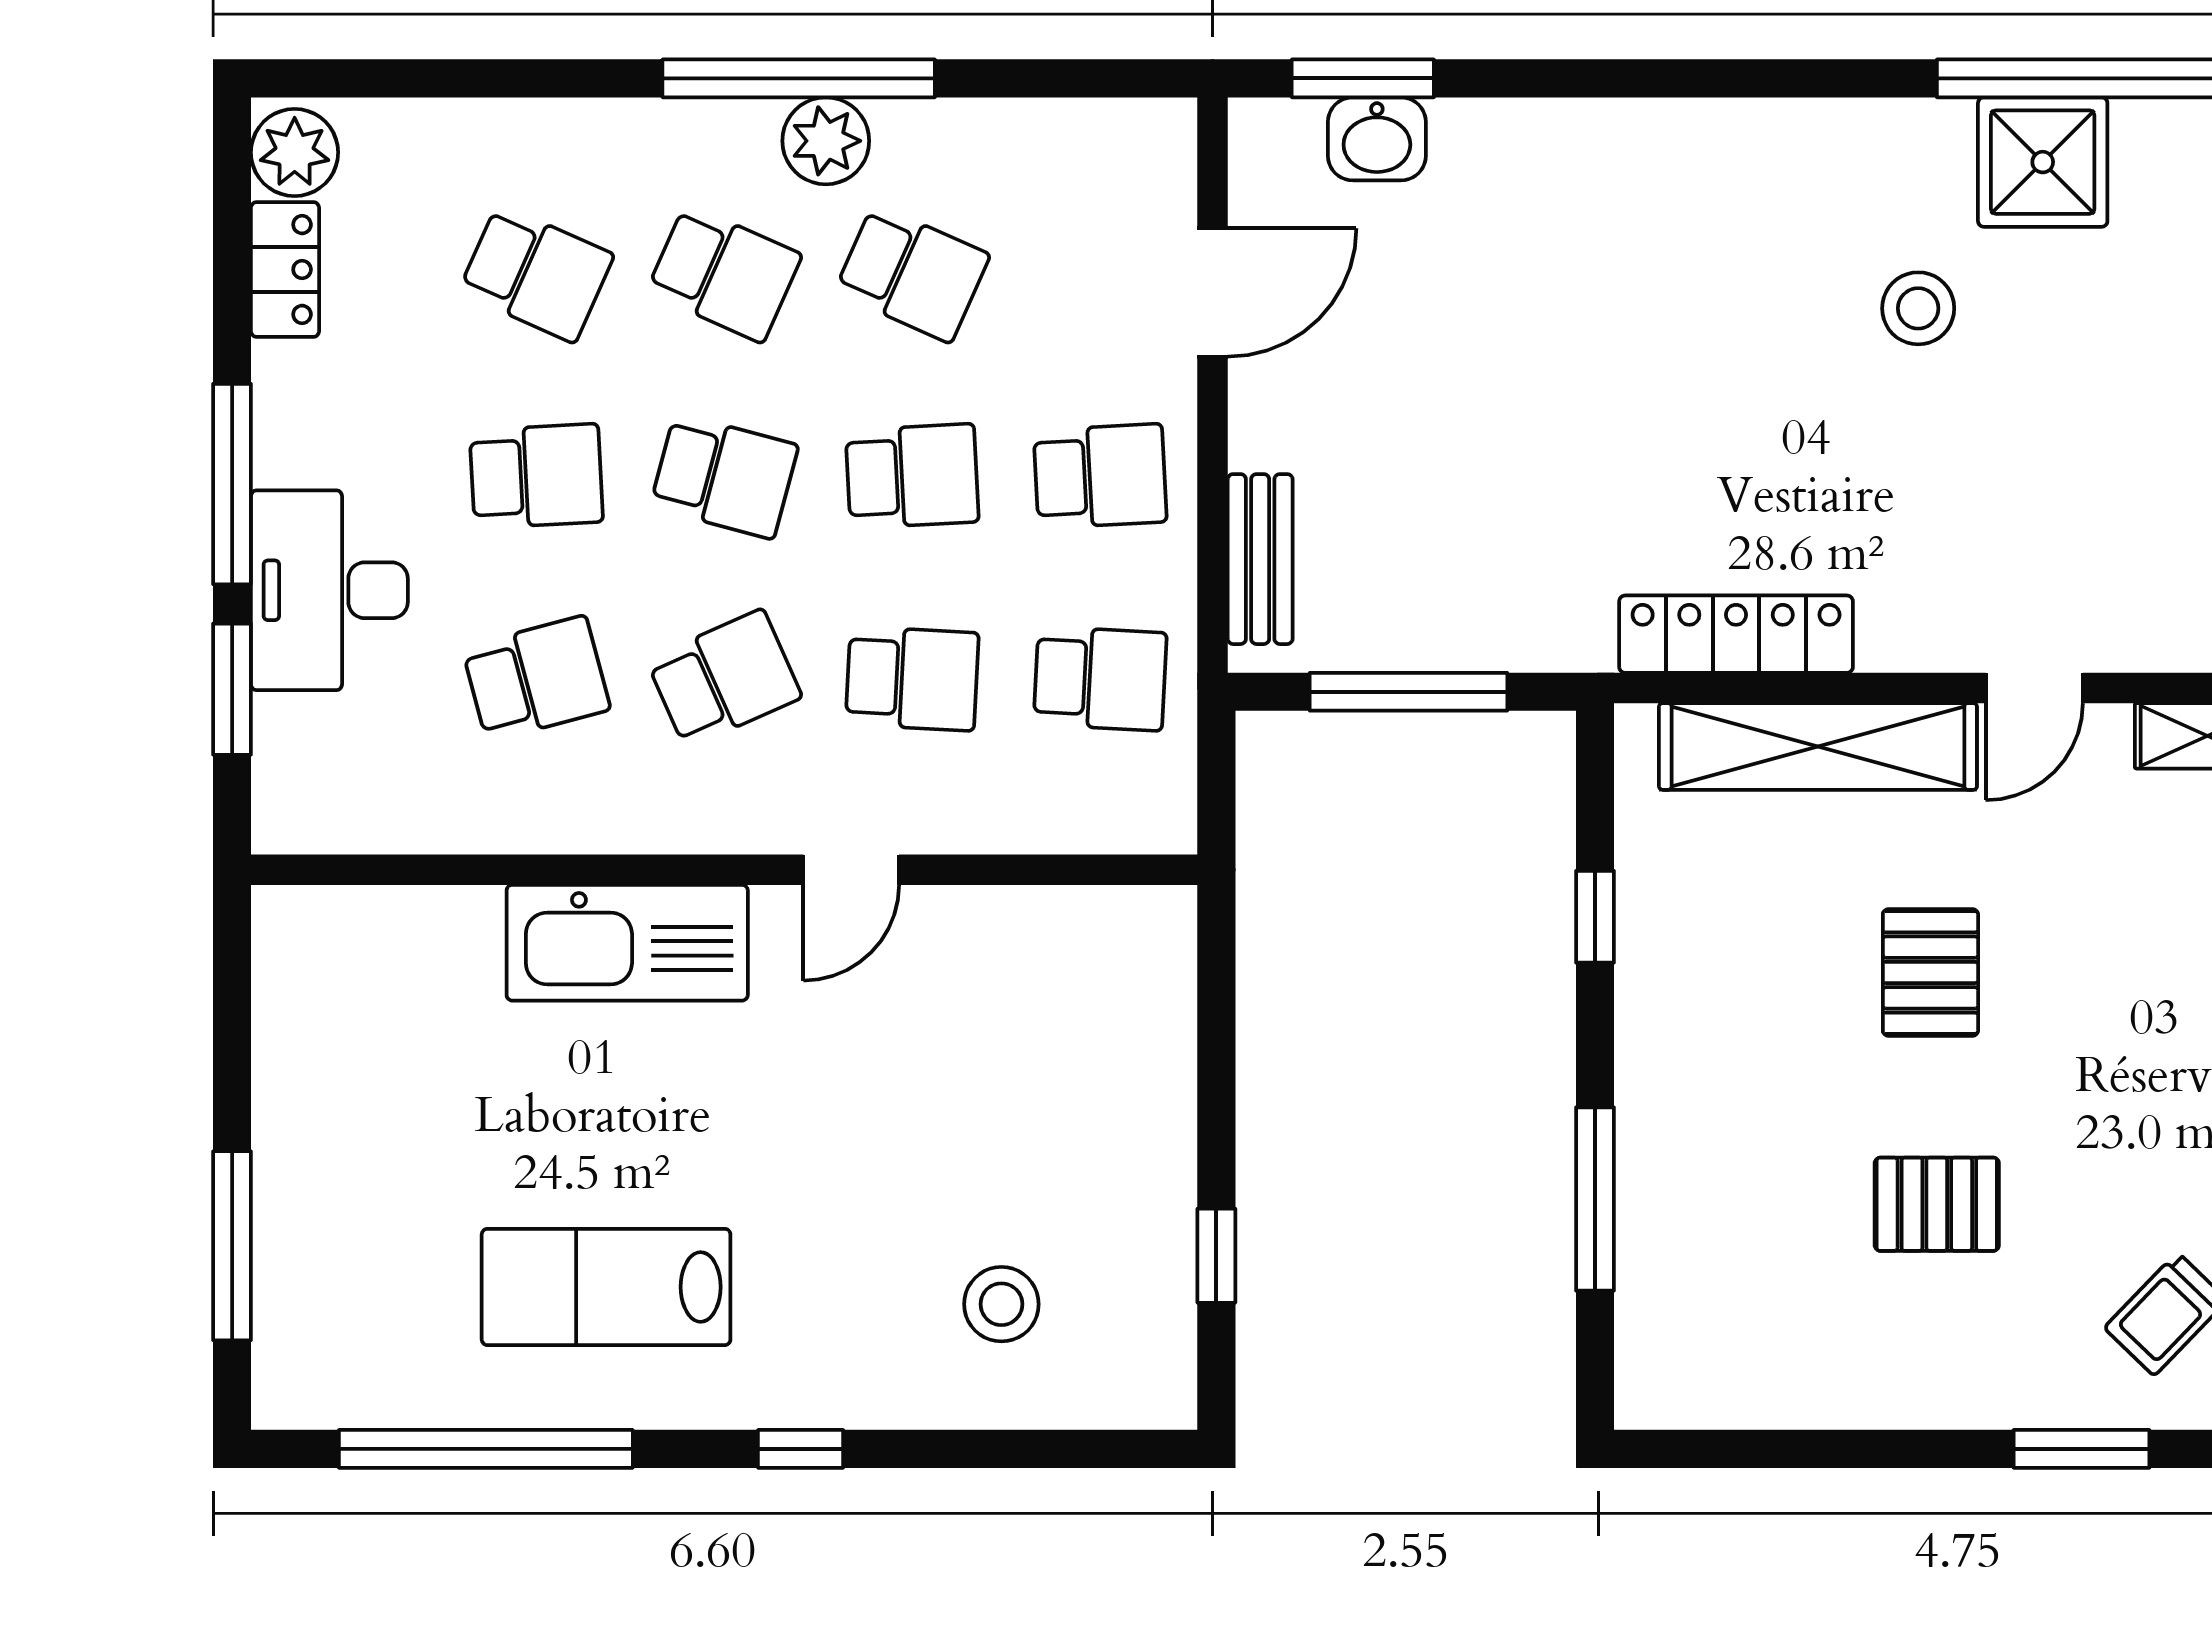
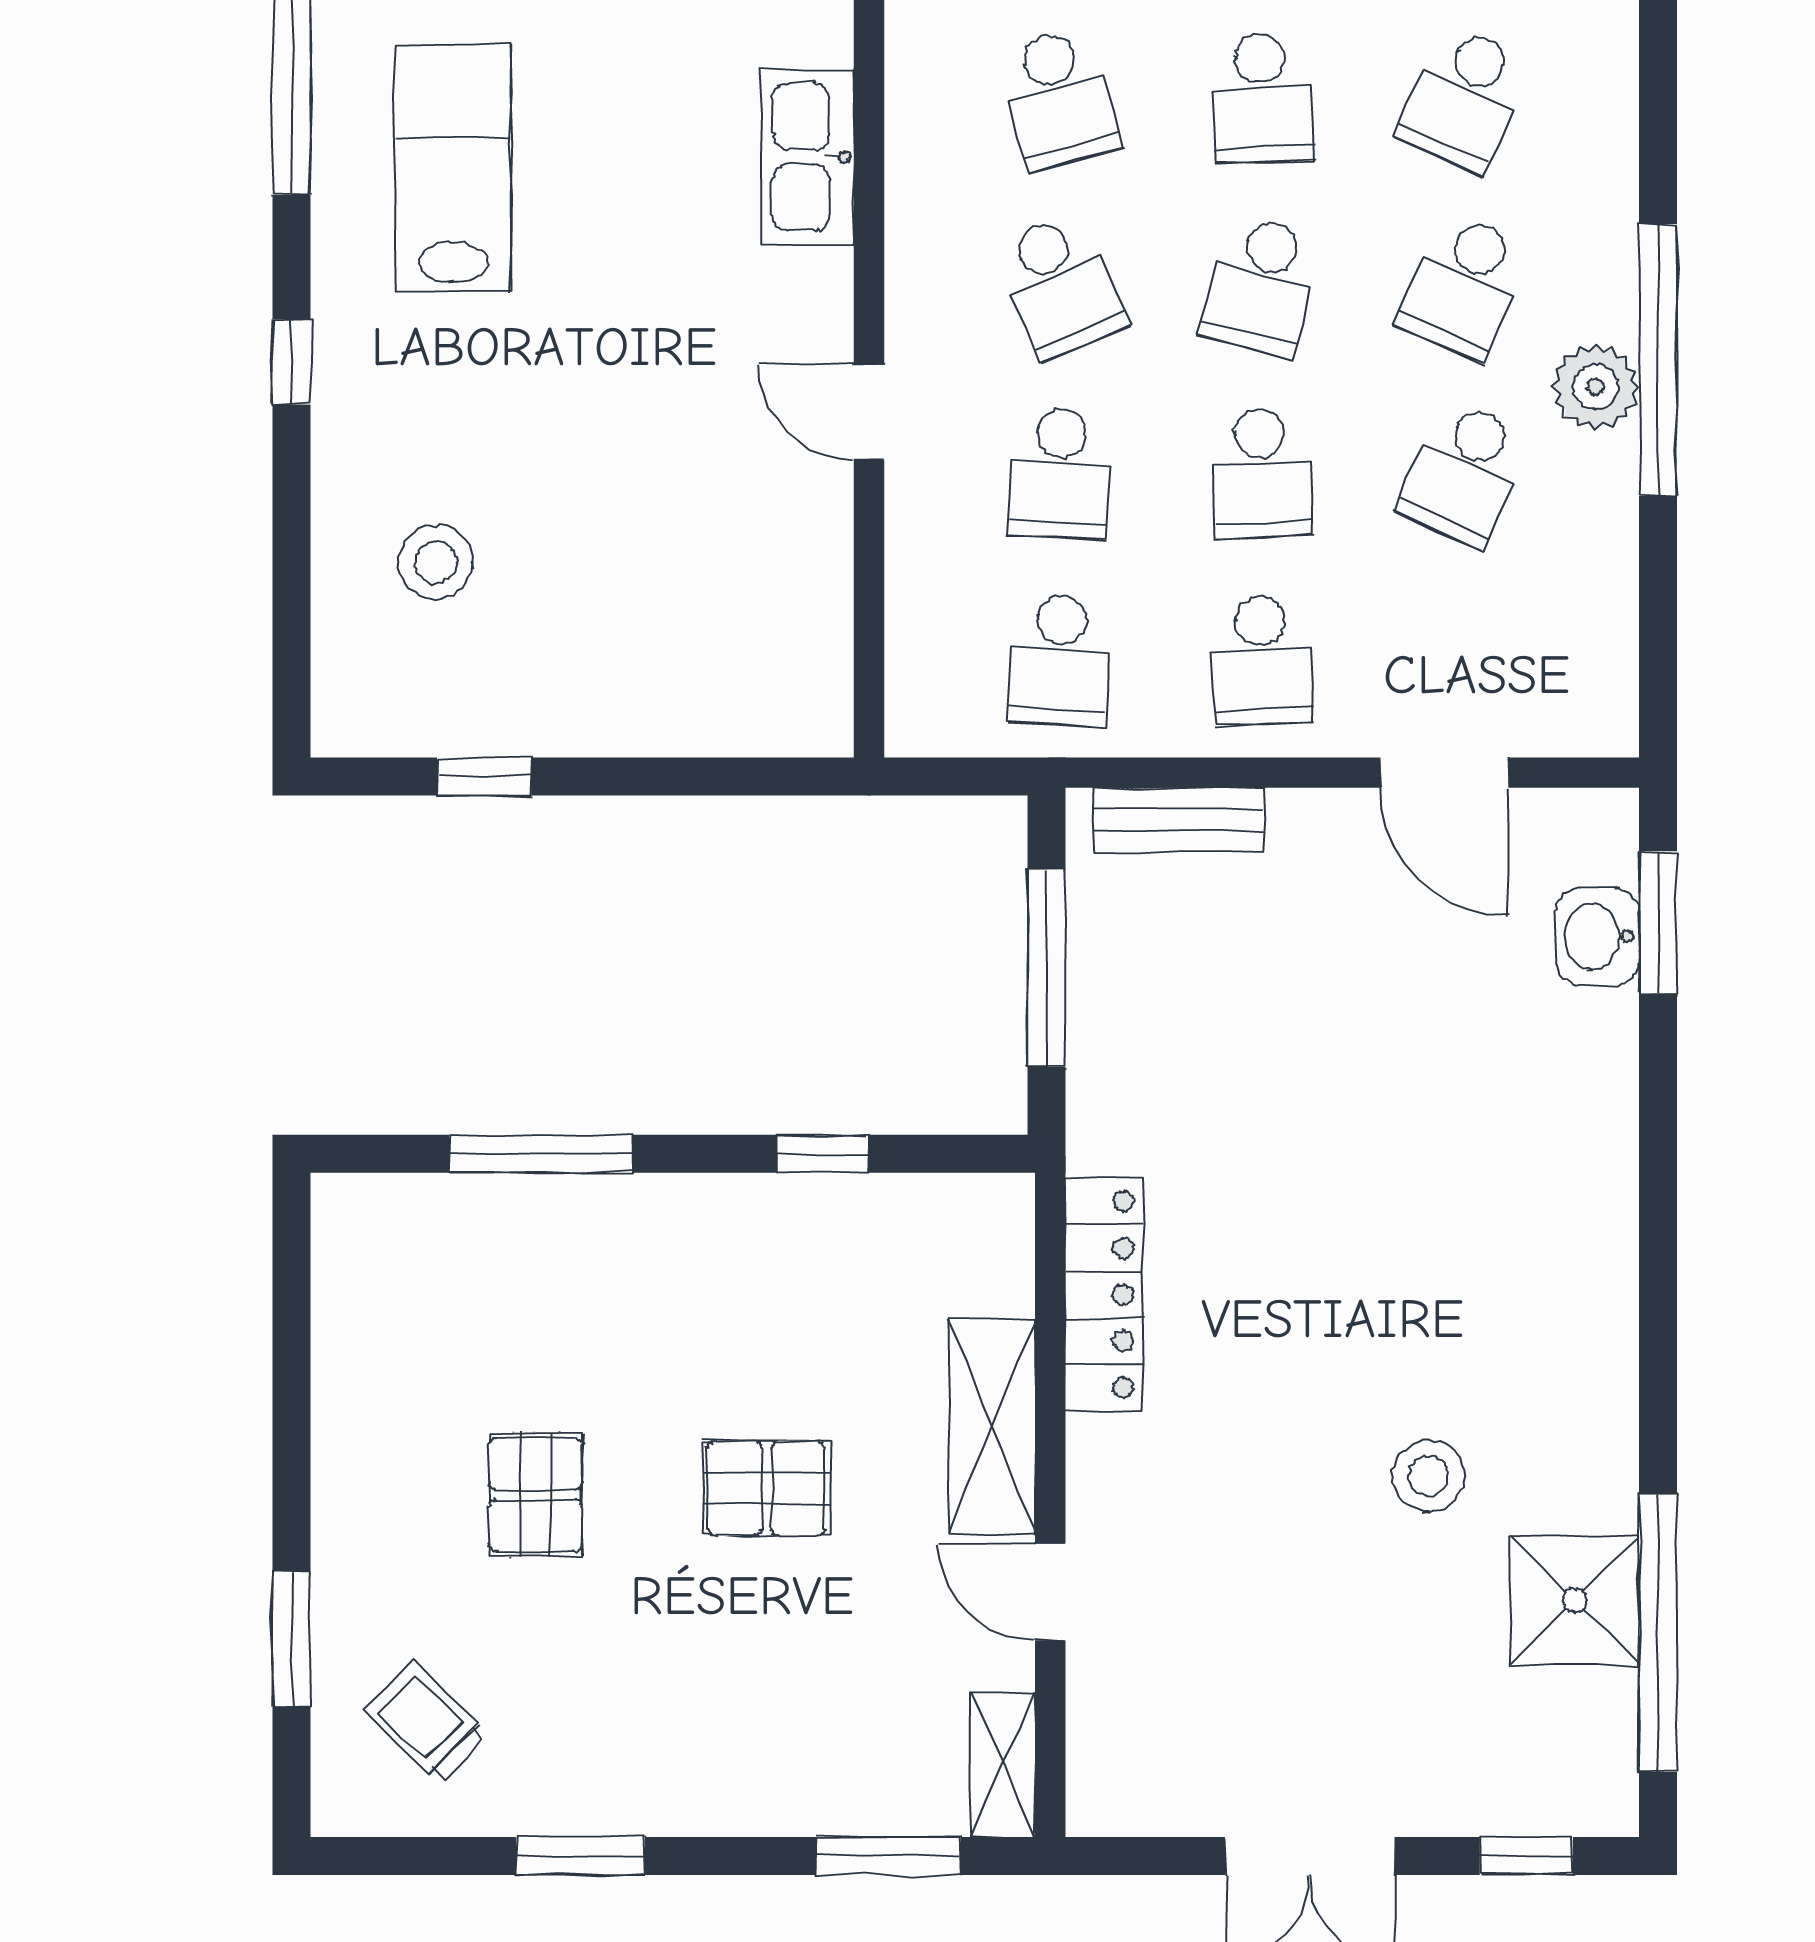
shelving: (1818, 746) -> (992, 1427), width x0.68
kitchen sink: (627, 943) -> (807, 157), width x0.73, depth x0.81

